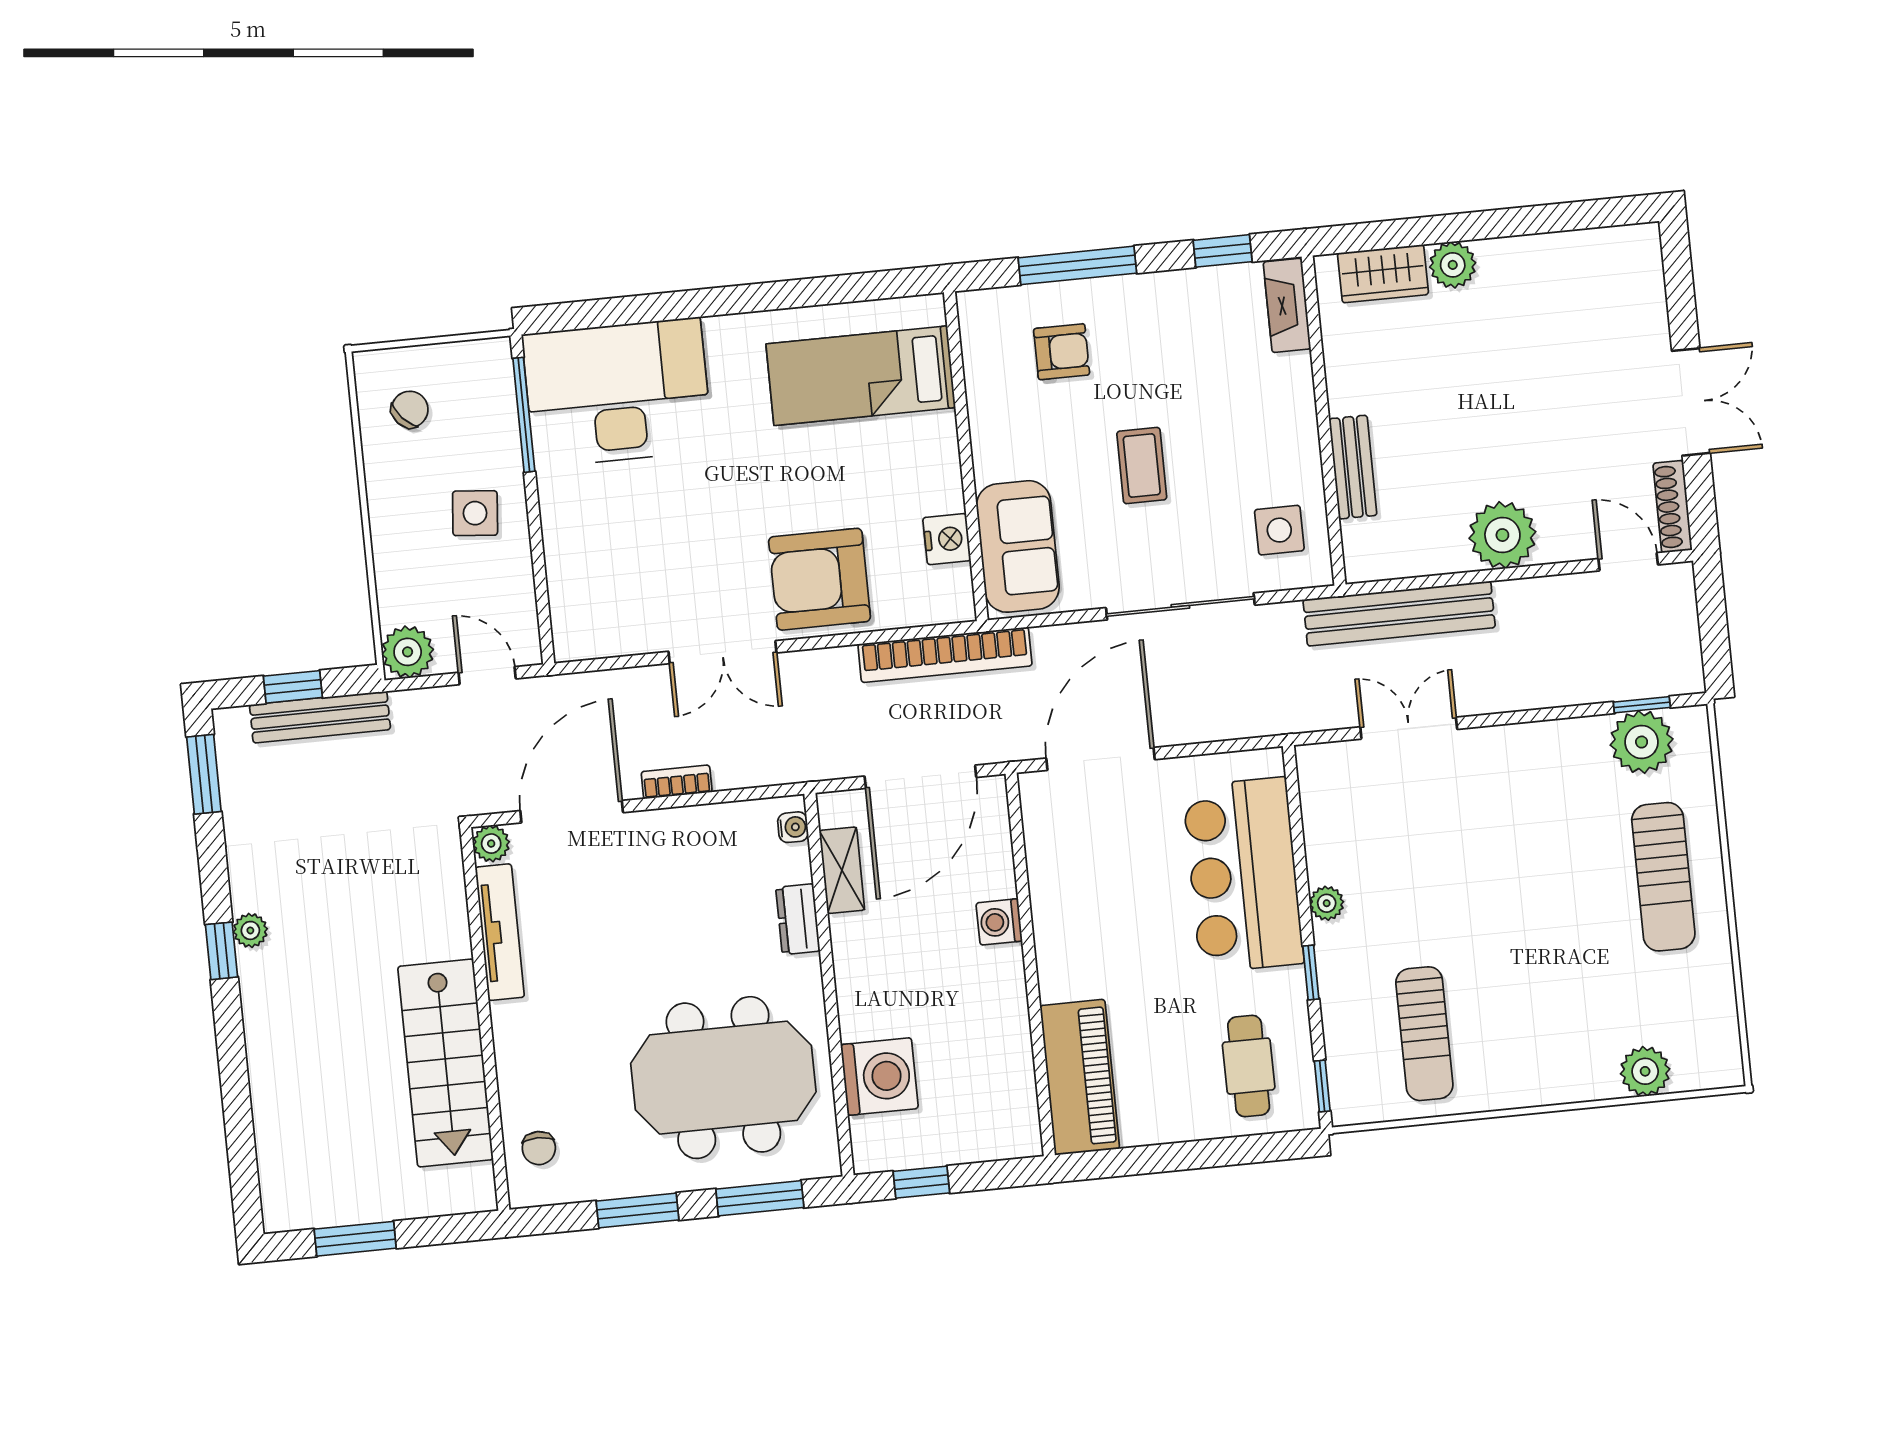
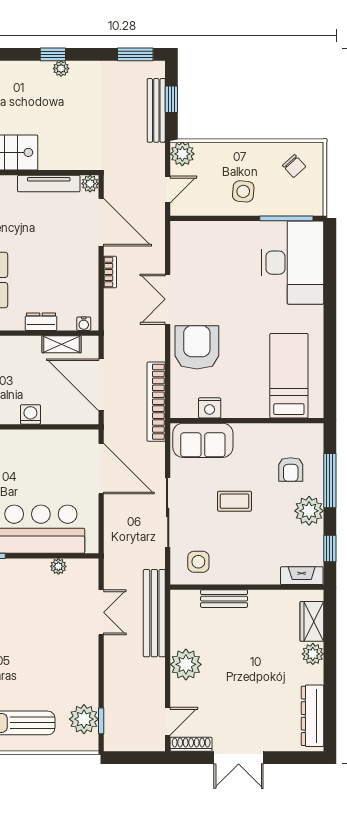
dresser: (1585, 252) -> (313, 716), added
plant: (1146, 304) -> (309, 511), added
plant: (1327, 903) -> (58, 566), moved

